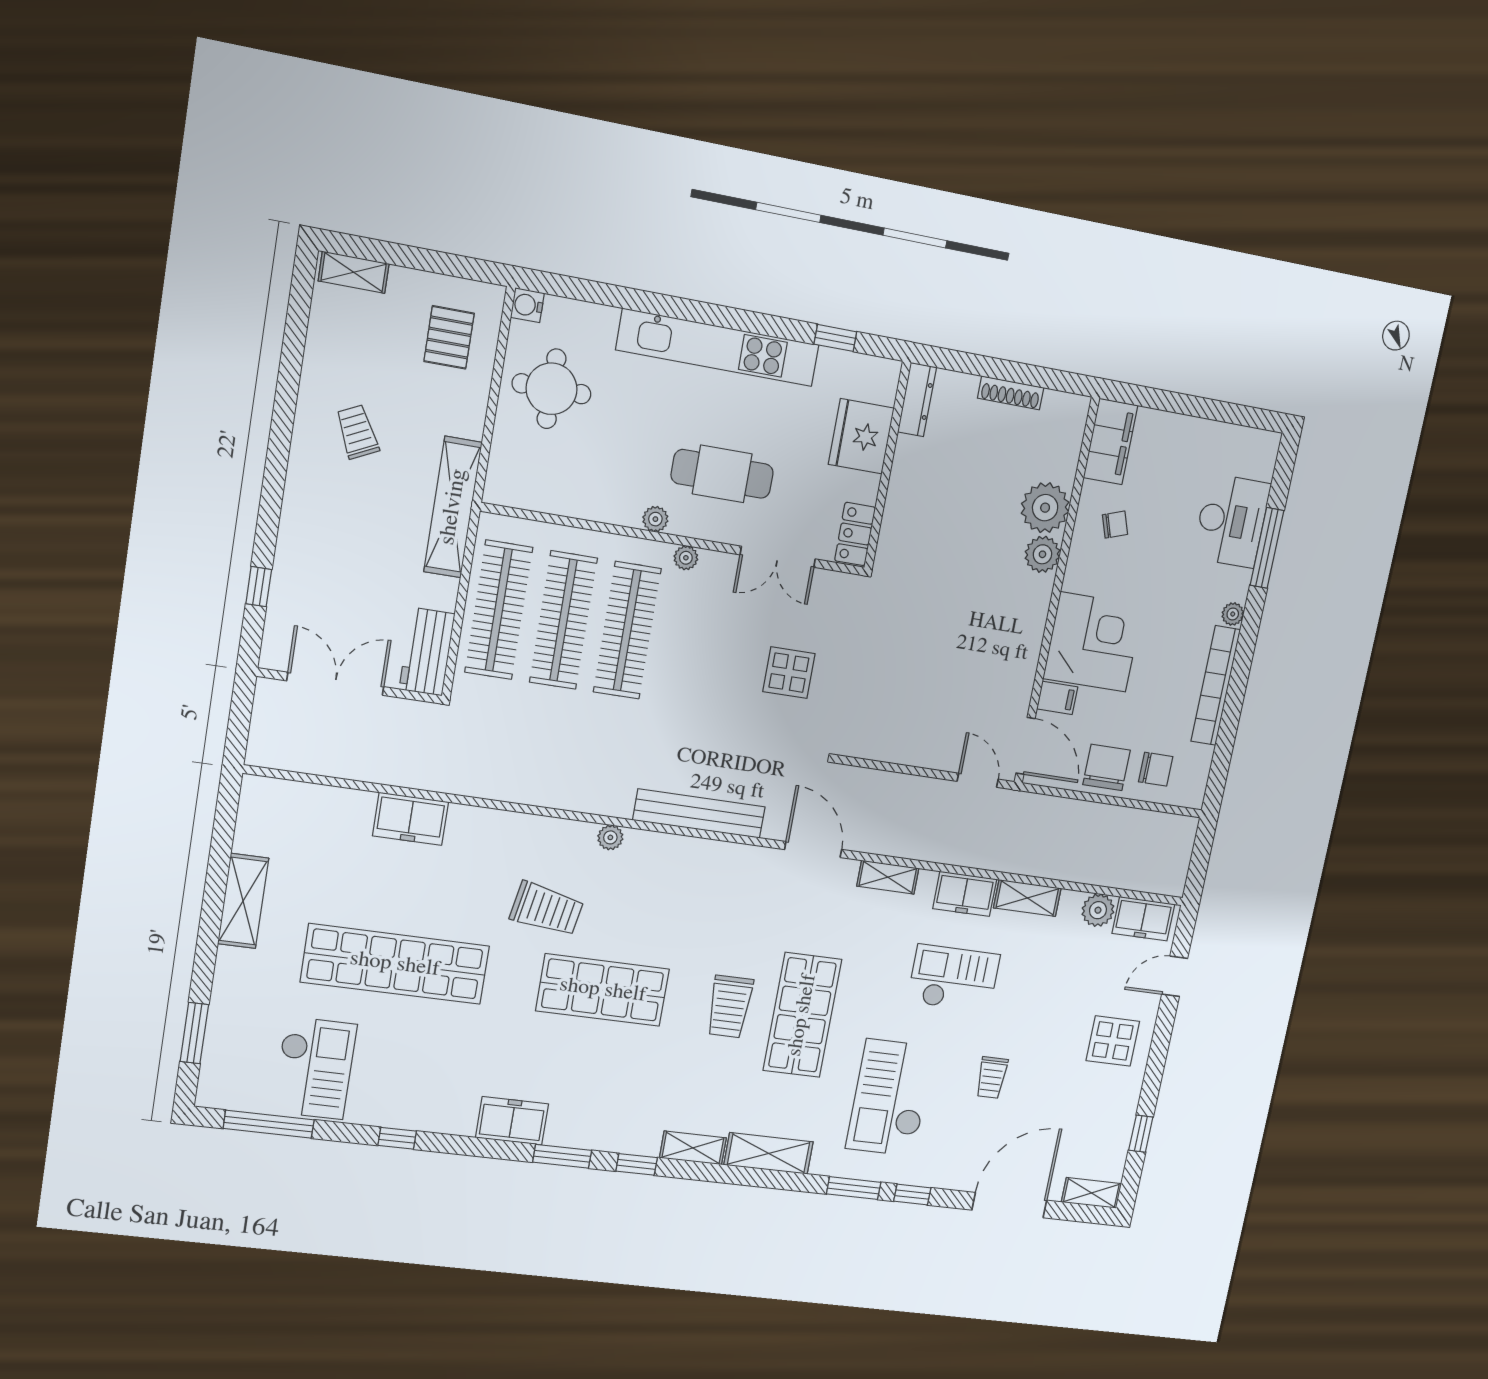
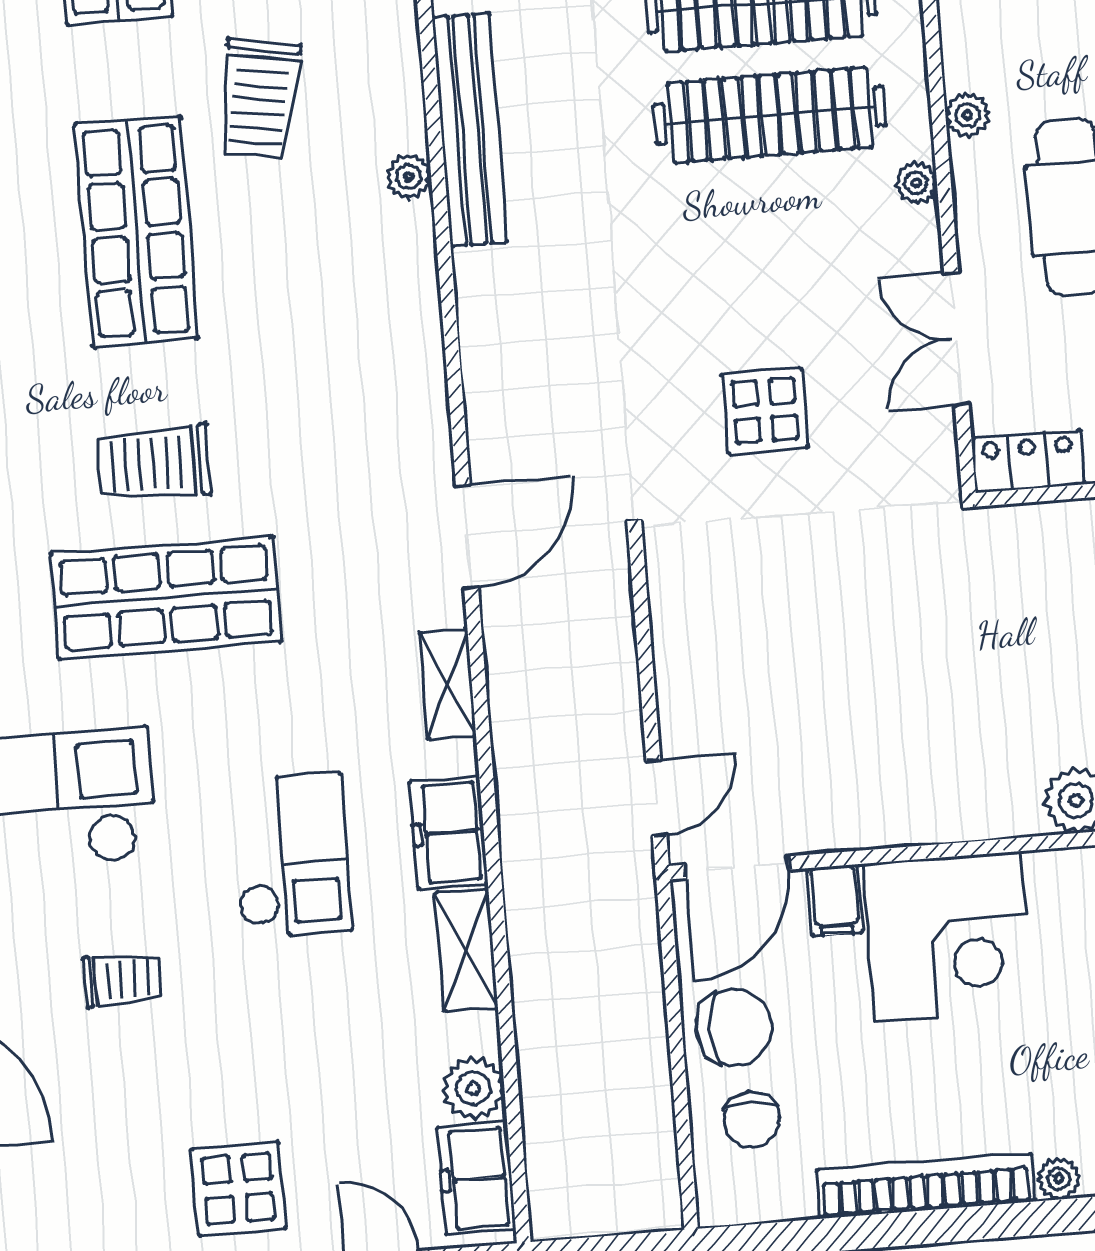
bench: (699, 814) -> (470, 130), moved
trolley: (992, 1078) -> (123, 979), turned 180

